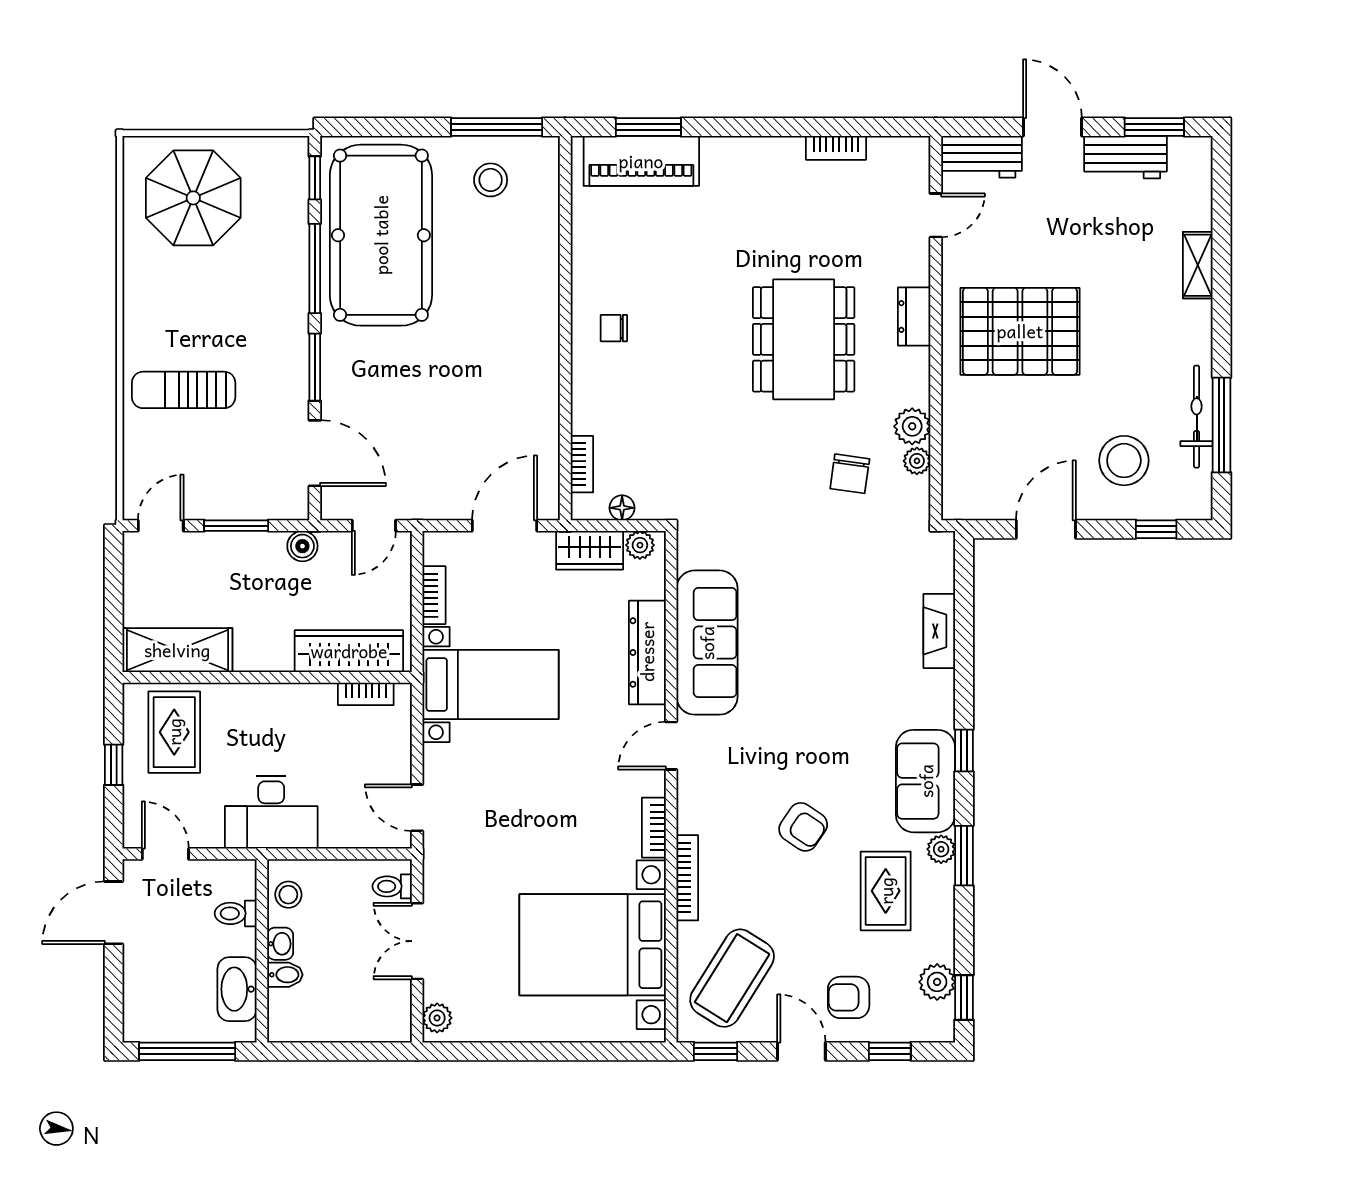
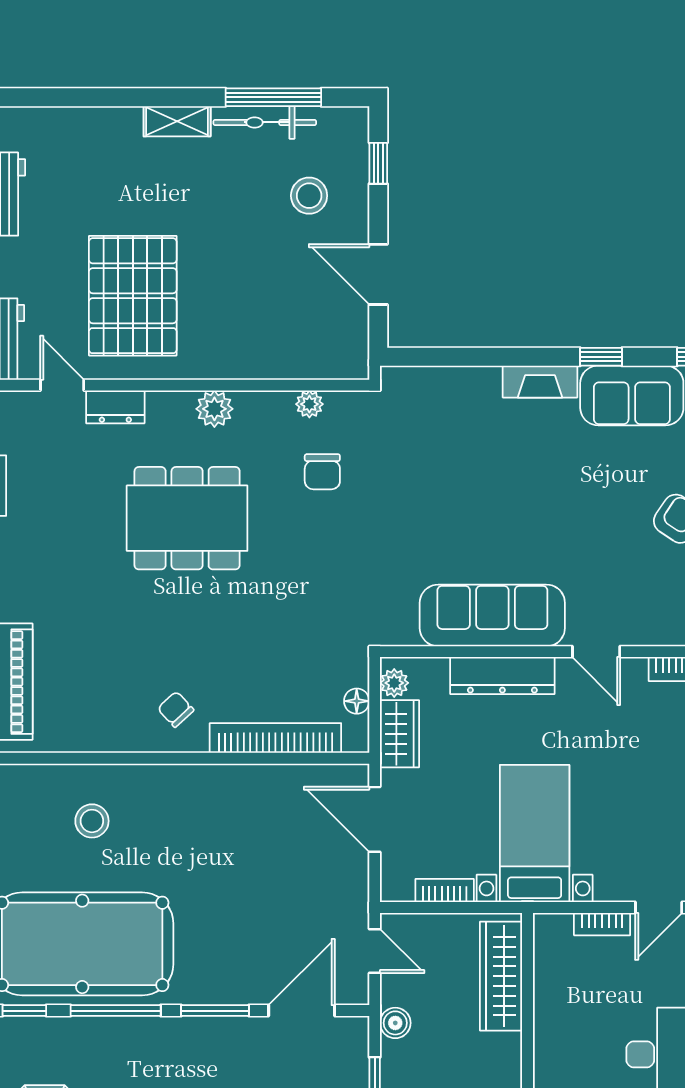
stool: (491, 180) -> (92, 821), moved
shelving: (1198, 265) -> (177, 121), moved
dresser: (914, 317) -> (115, 407), moved
chair: (614, 328) -> (176, 709), turned 137
pallet: (1020, 331) -> (133, 296), moved
plant: (912, 426) -> (214, 409), moved
stool: (1124, 461) -> (309, 196), width x0.73, depth x0.73
bookcase: (582, 464) -> (275, 738), width x2.31, depth x1.31
chair: (850, 474) -> (322, 472), turned 82
fireplace: (939, 631) -> (540, 382), moved
bookcase: (366, 694) -> (602, 924), moved, turned 90

